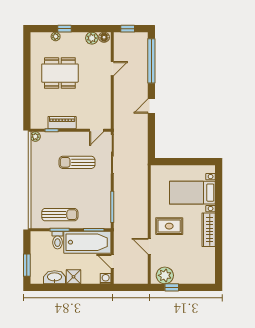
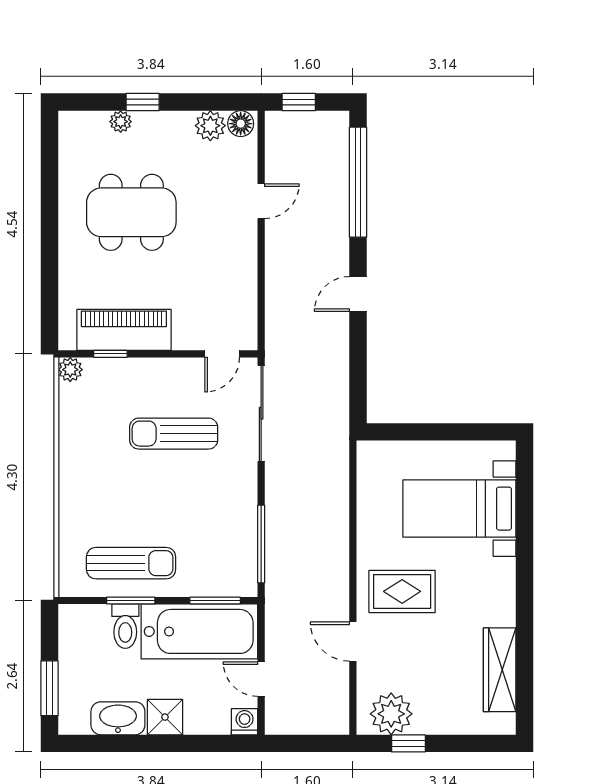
piano: (62, 123) -> (124, 330), width x1.37, depth x1.33
wardrobe: (209, 230) -> (500, 670), moved

